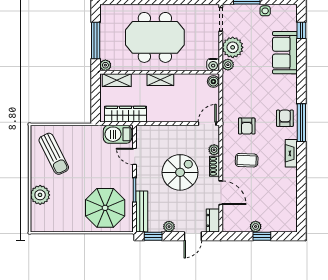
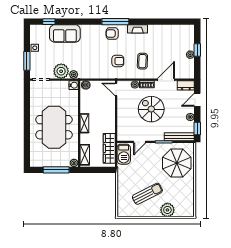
sun lounger: (54, 154) -> (147, 194), moved
door: (193, 236) -> (197, 100), swing flipped

